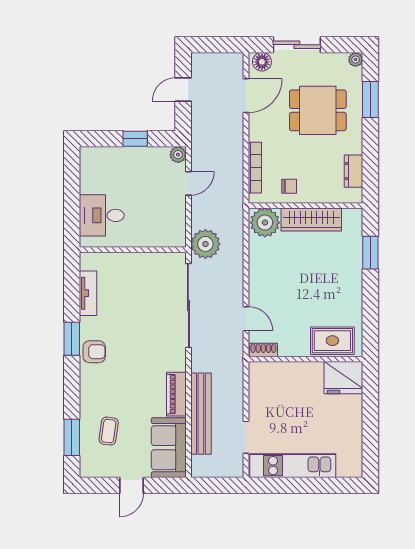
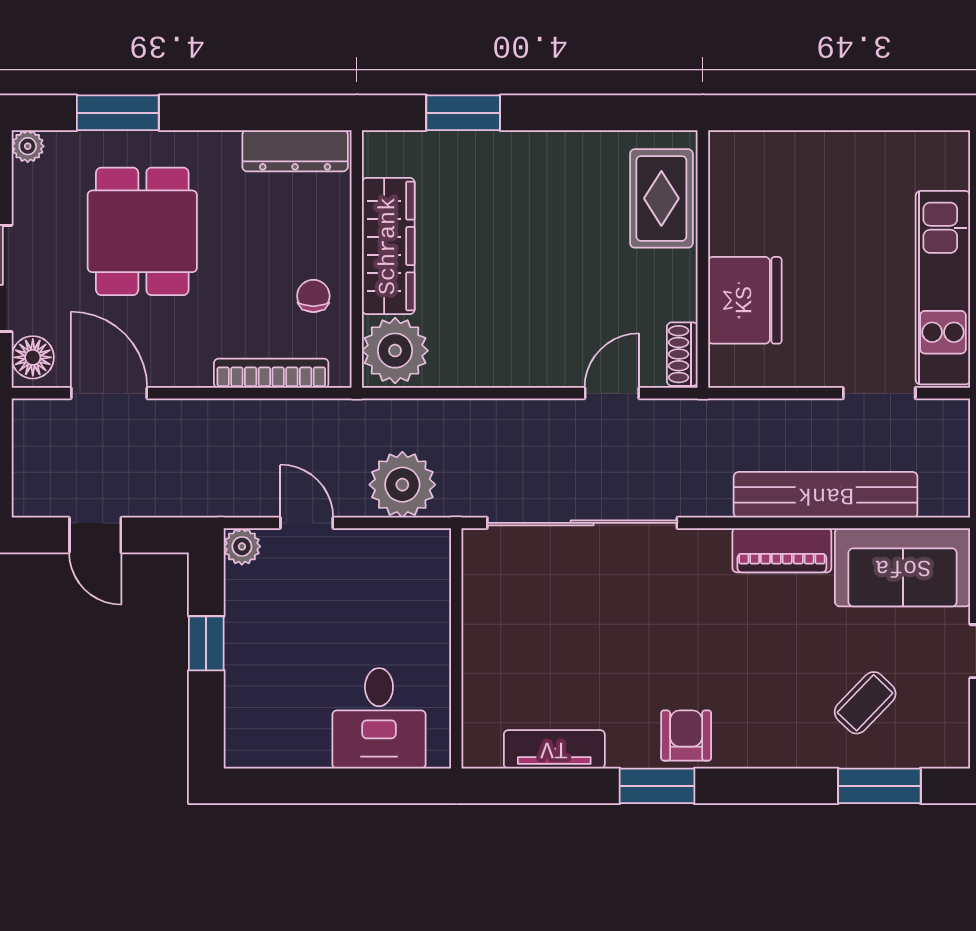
dresser: (354, 171) -> (295, 151), width x1.44
plant: (205, 244) -> (402, 485), moved
fridge: (343, 378) -> (745, 300), moved
coffee table: (109, 431) -> (865, 703), turned -54

